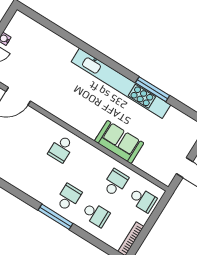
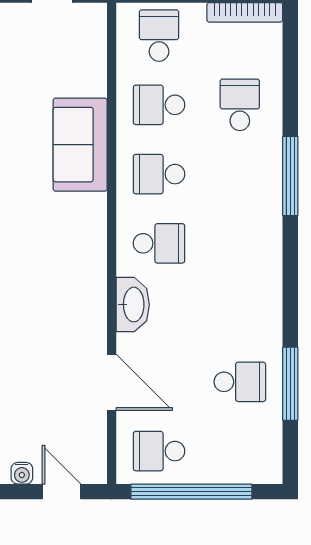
washbasin: (43, 124) -> (133, 305), added
school desk: (69, 197) -> (159, 174), moved

